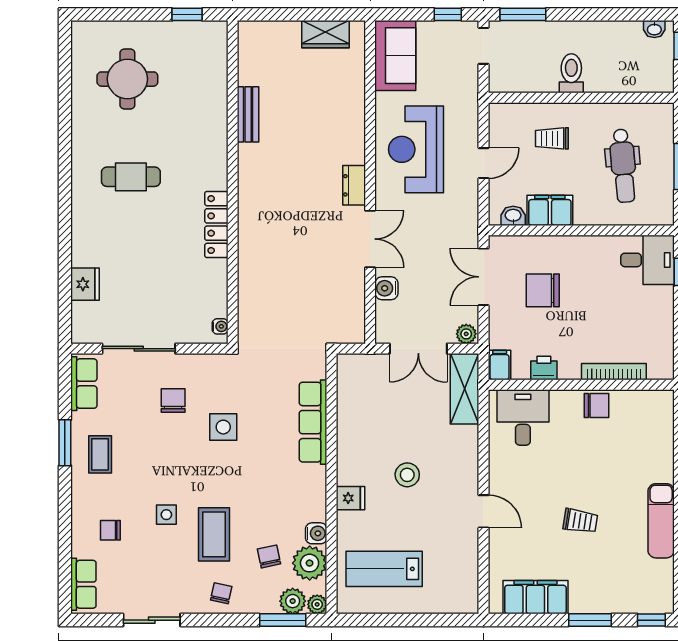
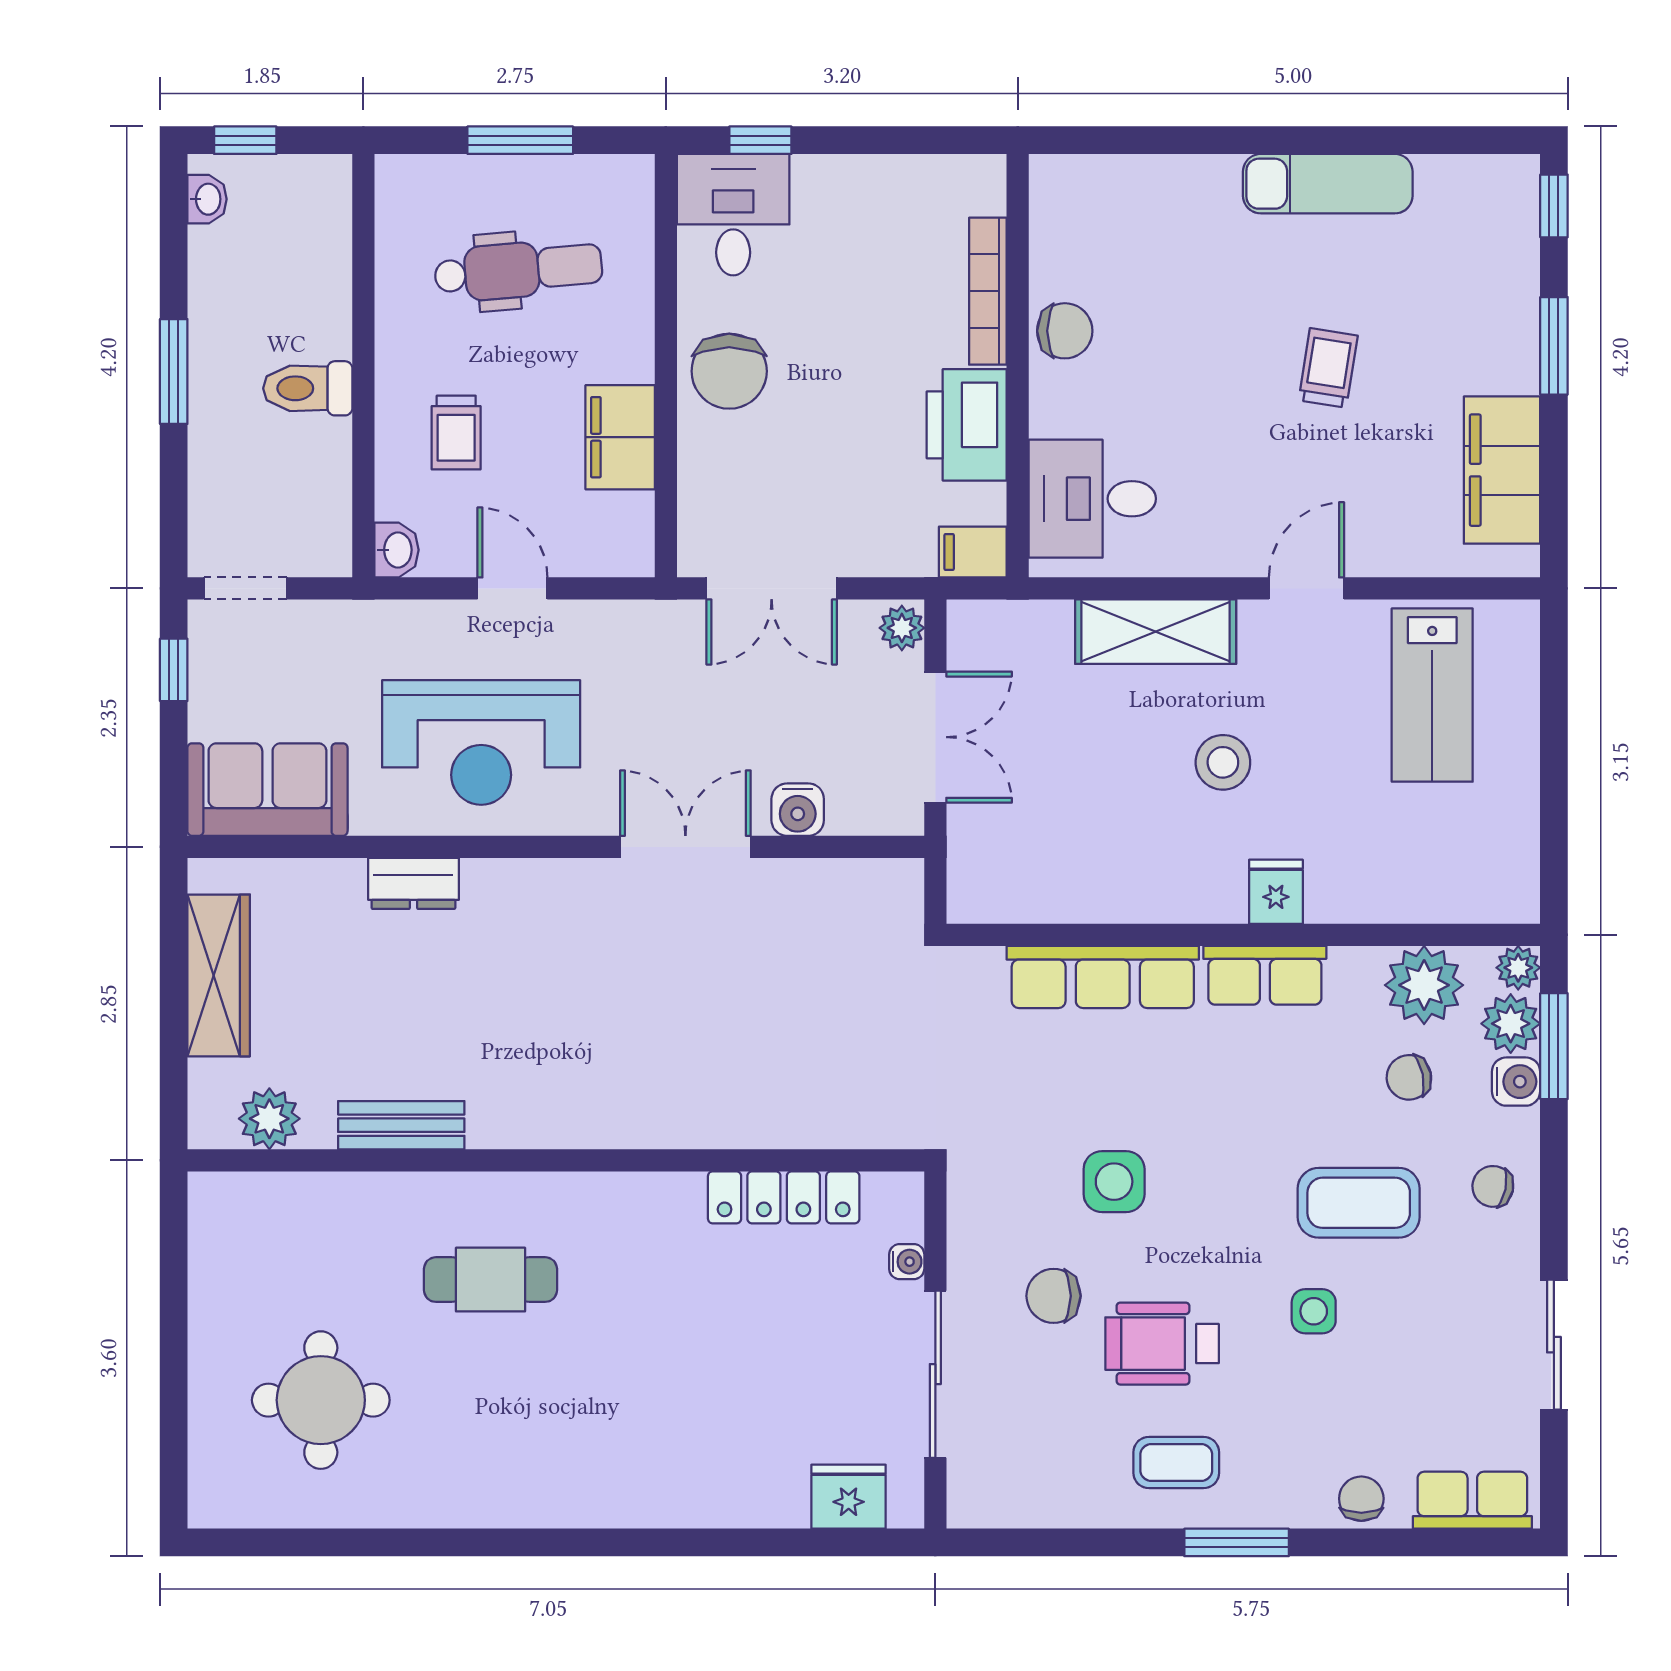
window: (187, 14) -> (174, 1264), removed
window: (523, 14) -> (174, 371), moved
wardrobe: (326, 34) -> (219, 975), width x1.50
plant: (251, 56) -> (269, 1119), added
cafe table: (131, 177) -> (490, 1280), moved, turned 90
dresser: (354, 185) -> (413, 883), moved
washbasin: (513, 216) -> (397, 550), moved, turned 180
locker: (216, 225) -> (784, 1197), moved
fridge: (85, 284) -> (849, 1497), moved
chair: (543, 290) -> (729, 371), moved
water cooler: (220, 326) -> (907, 1262), moved, turned 90
printer: (544, 368) -> (967, 425), width x1.87, depth x1.48
row of seats: (84, 384) -> (1265, 975), moved, turned 180
shelving: (465, 389) -> (1156, 632), moved
chair: (597, 405) -> (1065, 331), turned 90
window: (65, 443) -> (1237, 1542), moved
wheelchair: (152, 448) -> (1162, 1344), added
chair: (110, 530) -> (1361, 1499), moved, turned 180
water cooler: (316, 533) -> (1516, 1082), moved, turned 90
lab bench: (384, 569) -> (1432, 695), moved

